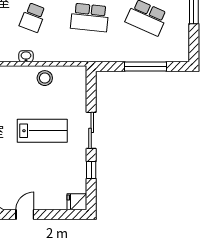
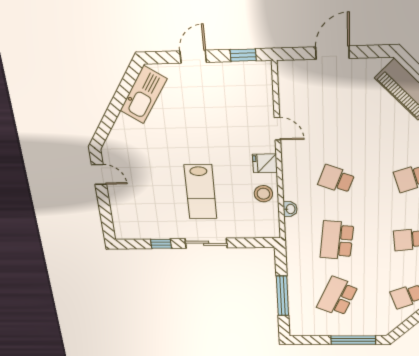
washbasin: (26, 56) -> (290, 209), moved
fridge: (77, 202) -> (265, 163), moved, turned -90

